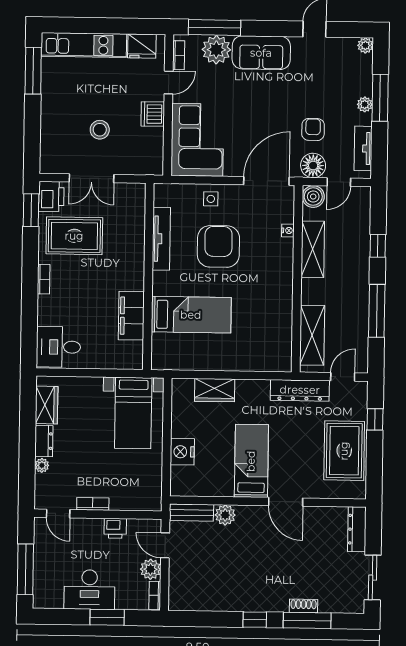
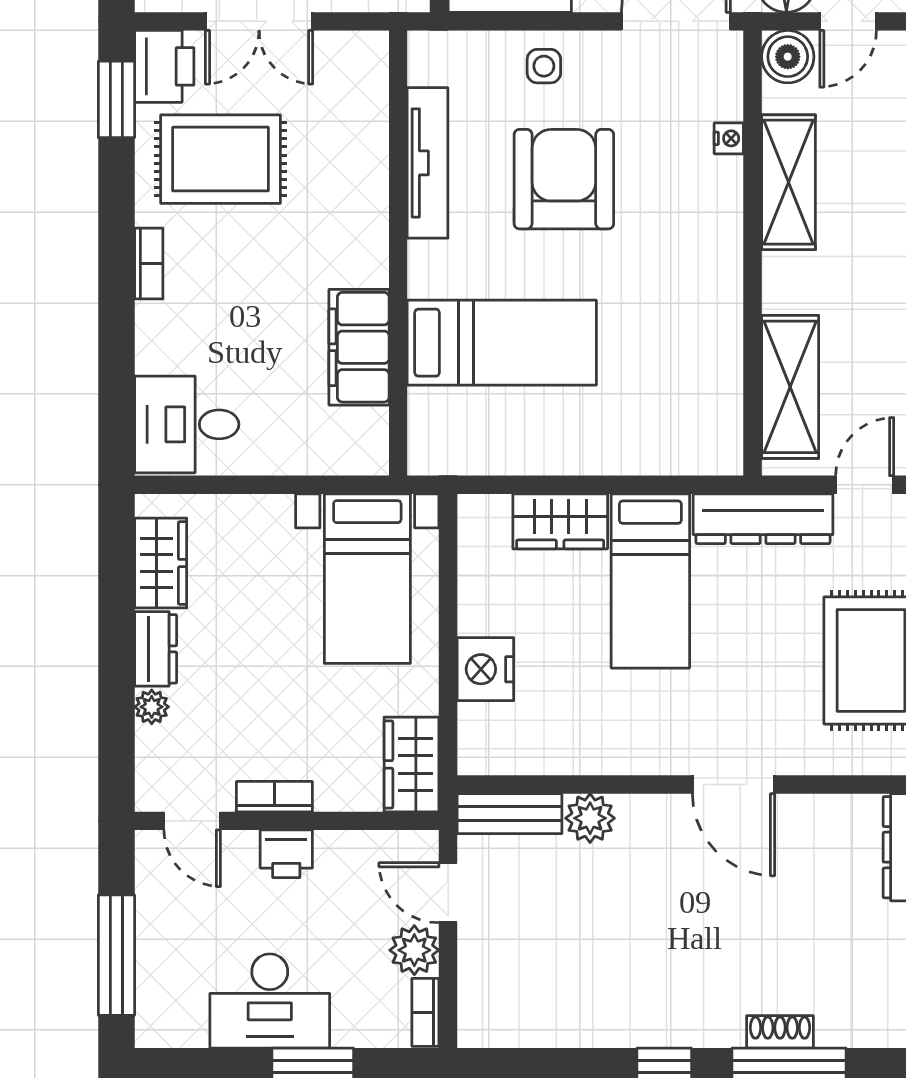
bed: (251, 461) -> (650, 581), moved, turned 180
wardrobe: (151, 491) -> (411, 764), added
printer: (115, 528) -> (286, 854), moved

